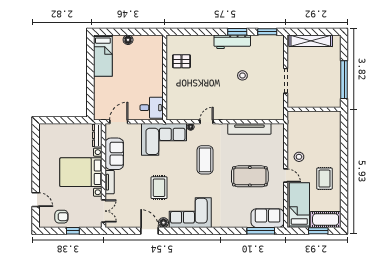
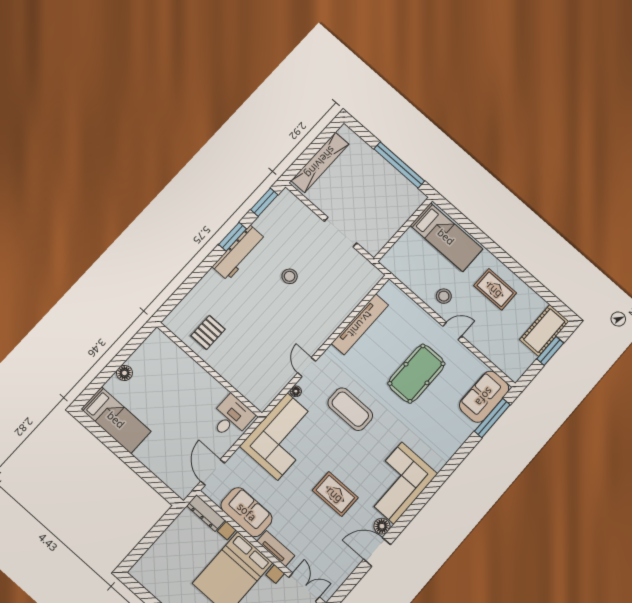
bed: (299, 205) -> (446, 237), moved, turned 180

